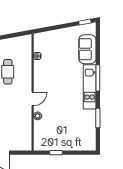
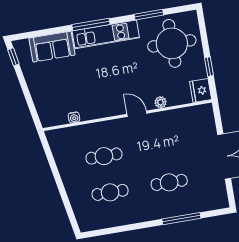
round table: (76, 130) -> (172, 43), added
fridge: (41, 144) -> (201, 90), added

